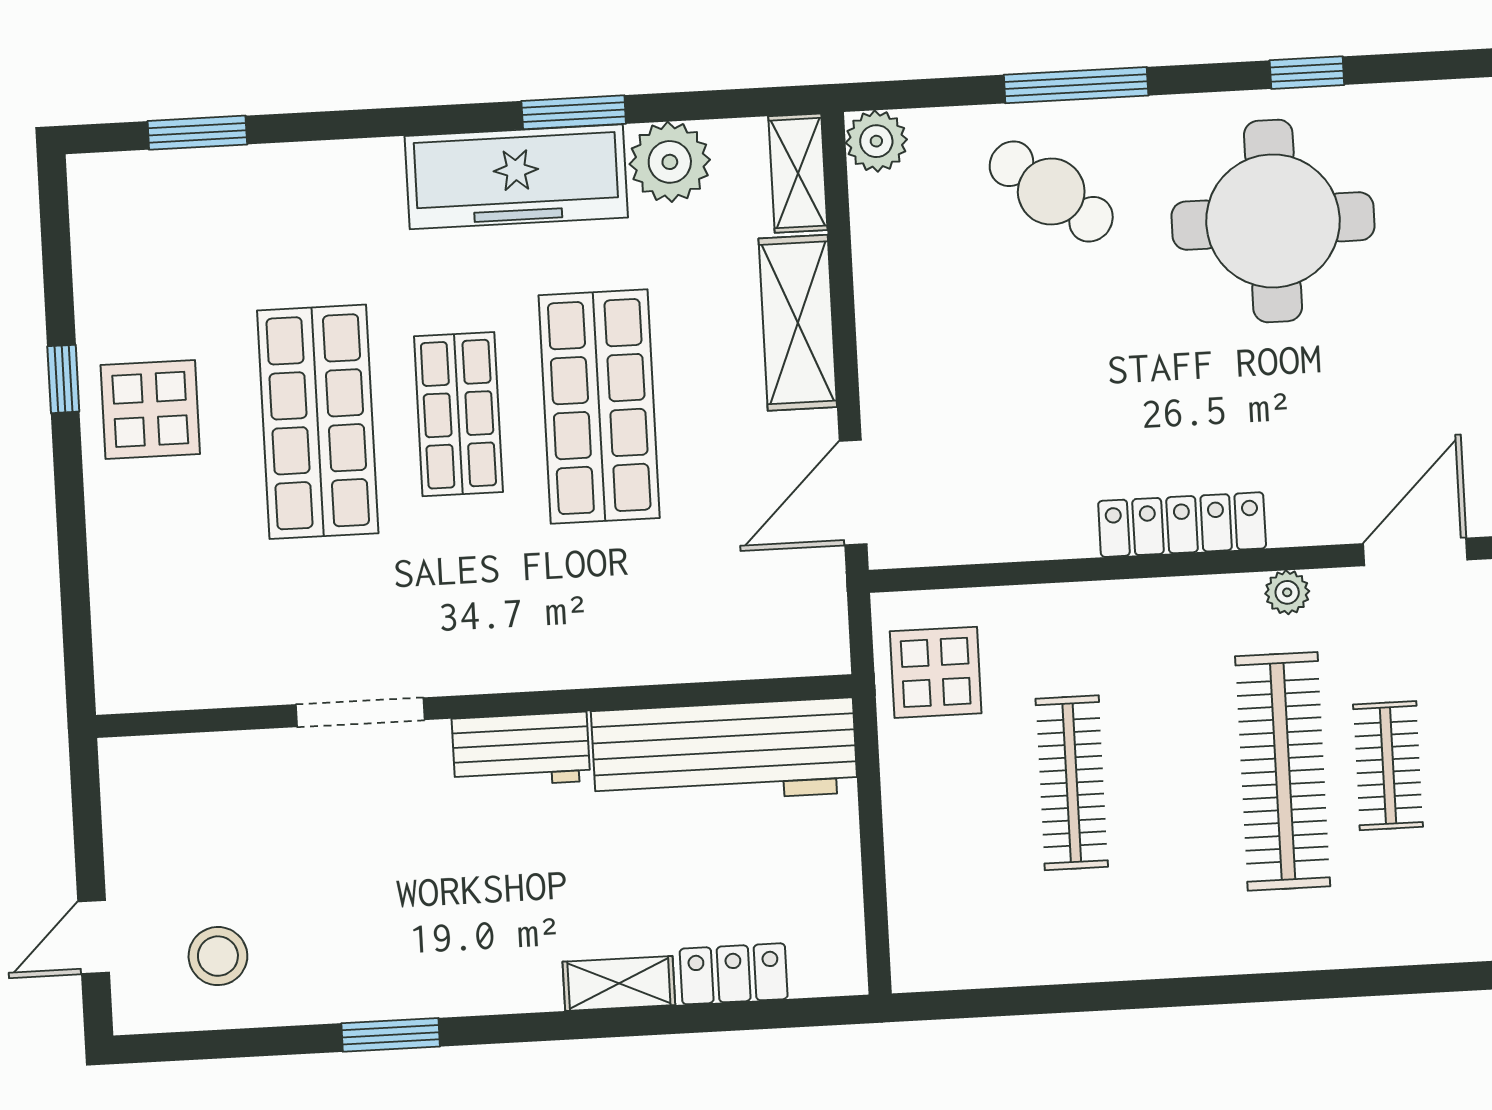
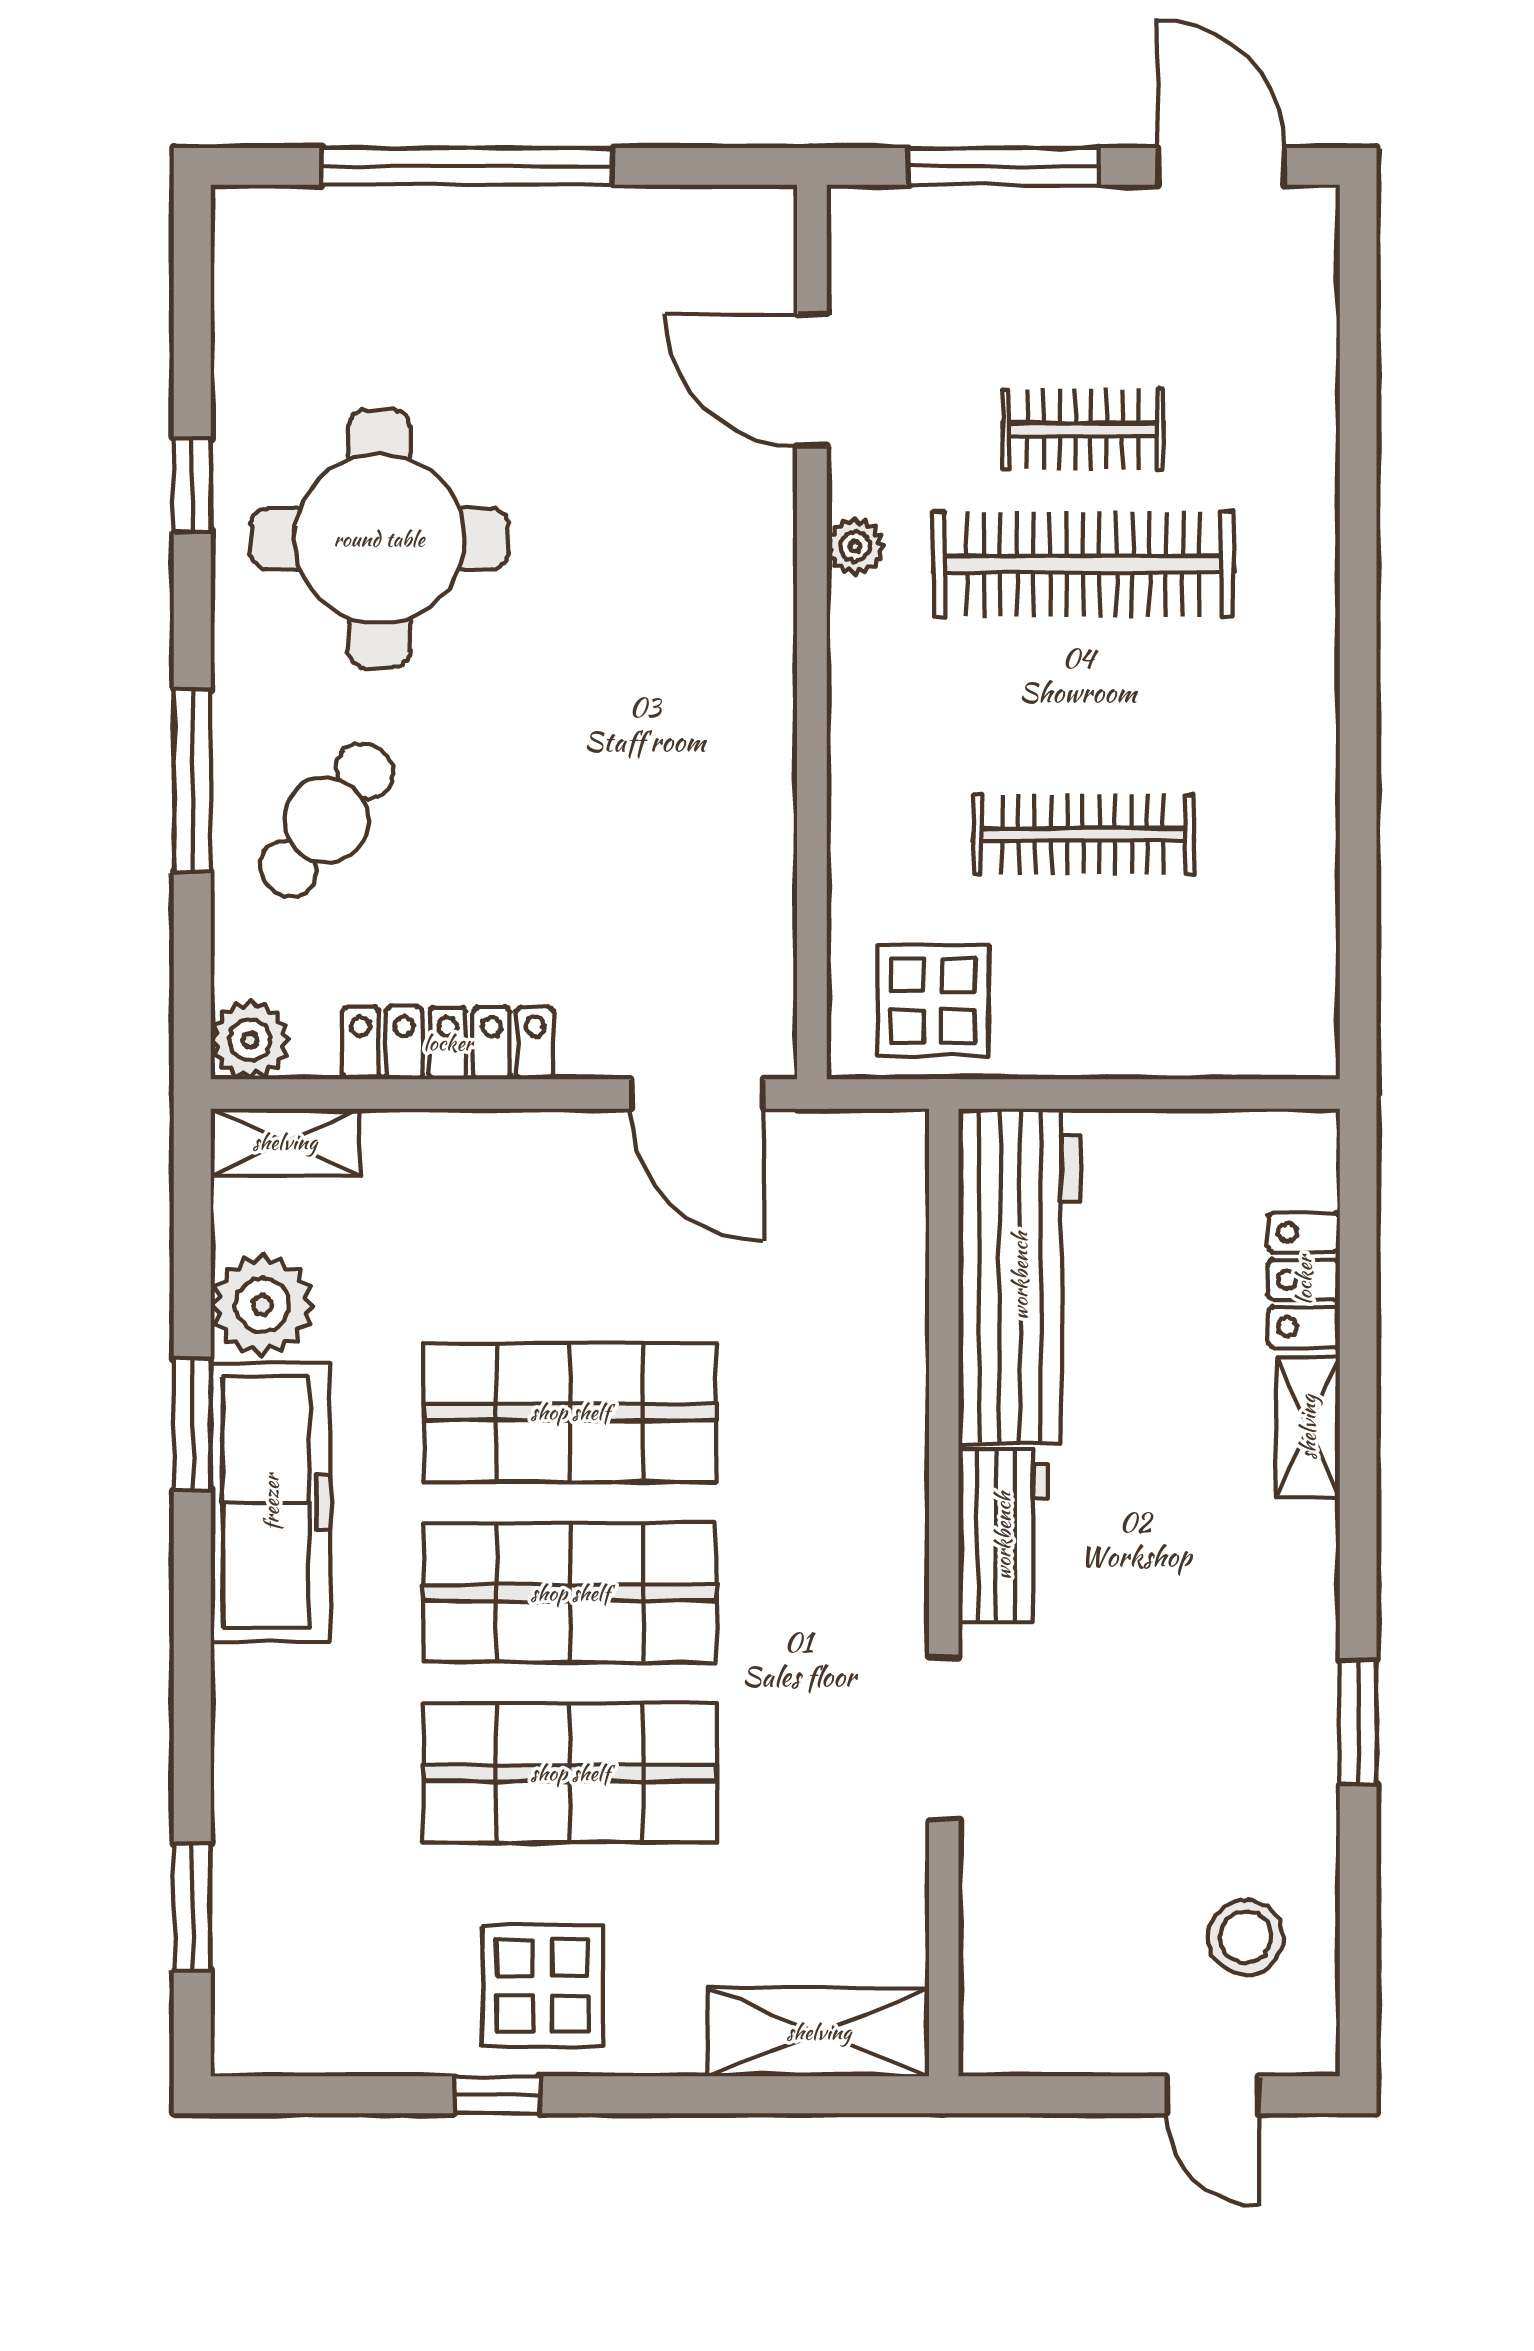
shelving: (798, 323) -> (819, 2032), moved
shop shelf: (458, 414) -> (570, 1593), width x1.43, depth x1.36
locker: (1182, 525) -> (448, 1043), moved, turned 90

